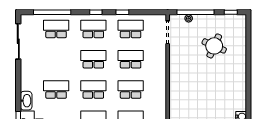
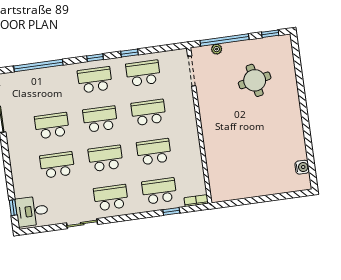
school desk: (56, 29) -> (52, 126), moved
round table: (214, 46) -> (255, 80), turned -35
washbasin: (26, 101) -> (20, 185), removed

